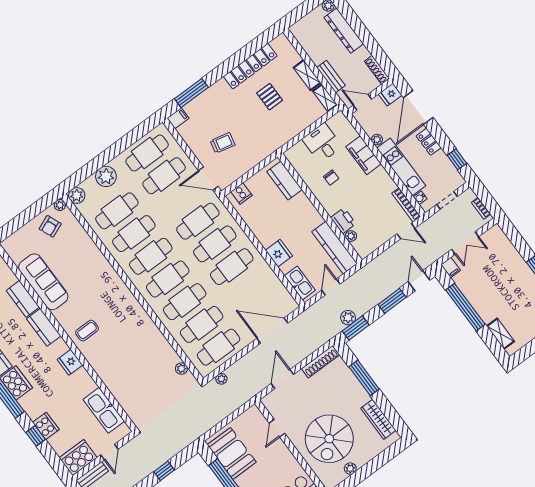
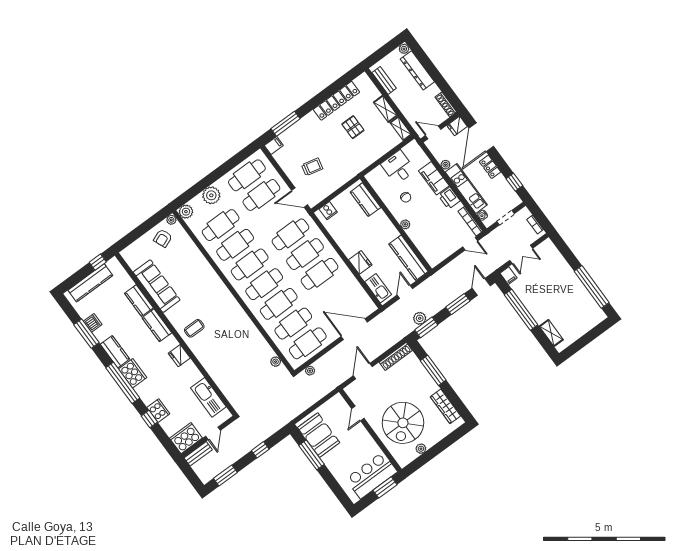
bench: (331, 77) -> (384, 80), moved
printer: (343, 221) -> (449, 198), moved, turned 180
plant: (351, 236) -> (405, 224), moved

